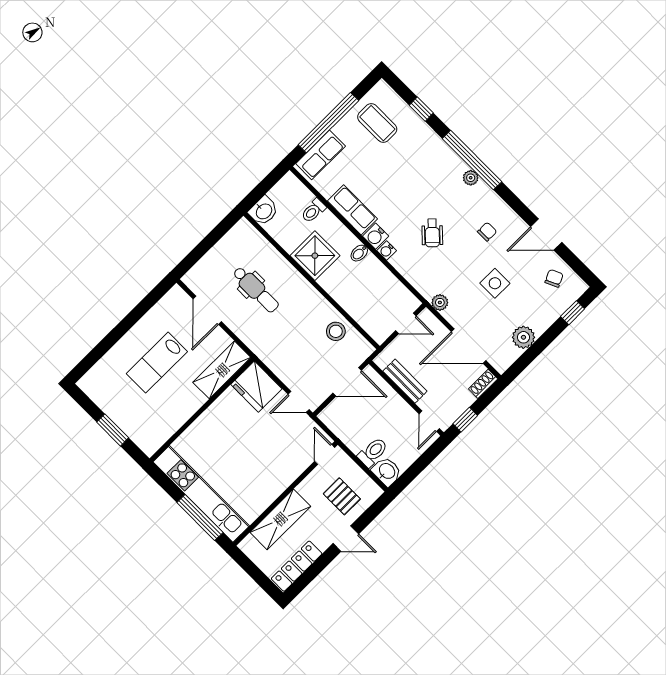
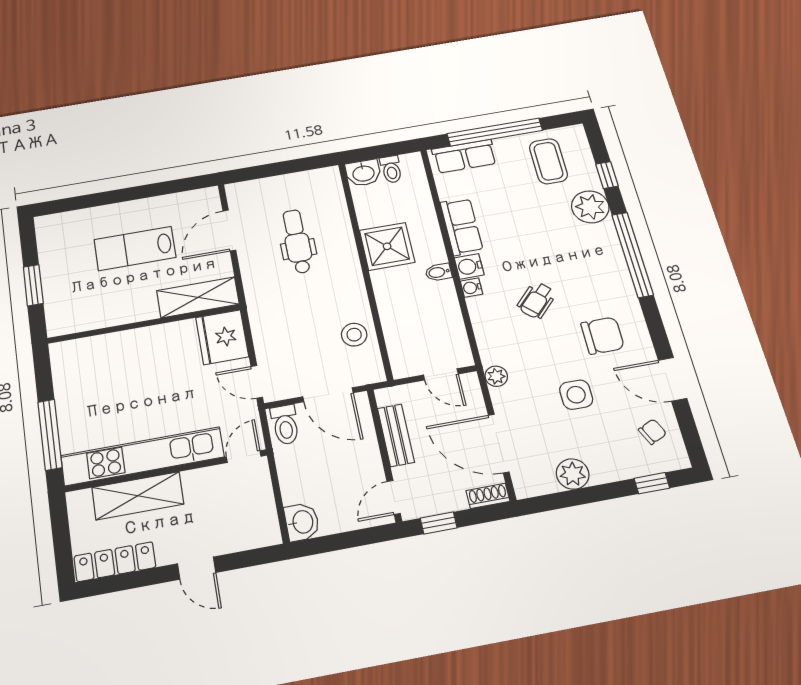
plant: (471, 178) -> (590, 207), moved, width x1.88, depth x1.88
toilet: (313, 211) -> (391, 169), moved, turned -90
chair: (487, 232) -> (603, 336), width x1.87, depth x1.87
dental chair: (256, 290) -> (297, 241), turned 180
toilet: (373, 452) -> (285, 425), moved, turned 90
kitchen unit: (201, 494) -> (142, 456), moved, turned -90
pallet: (342, 496) -> (228, 516), removed

